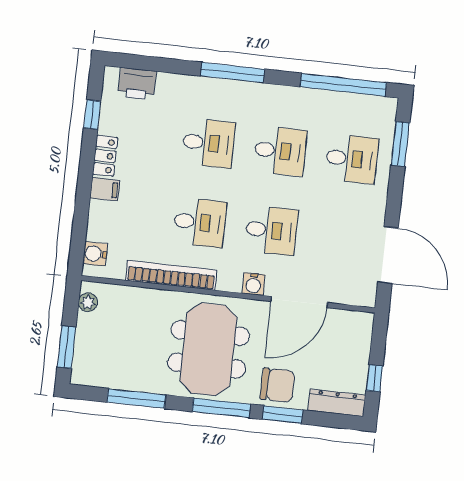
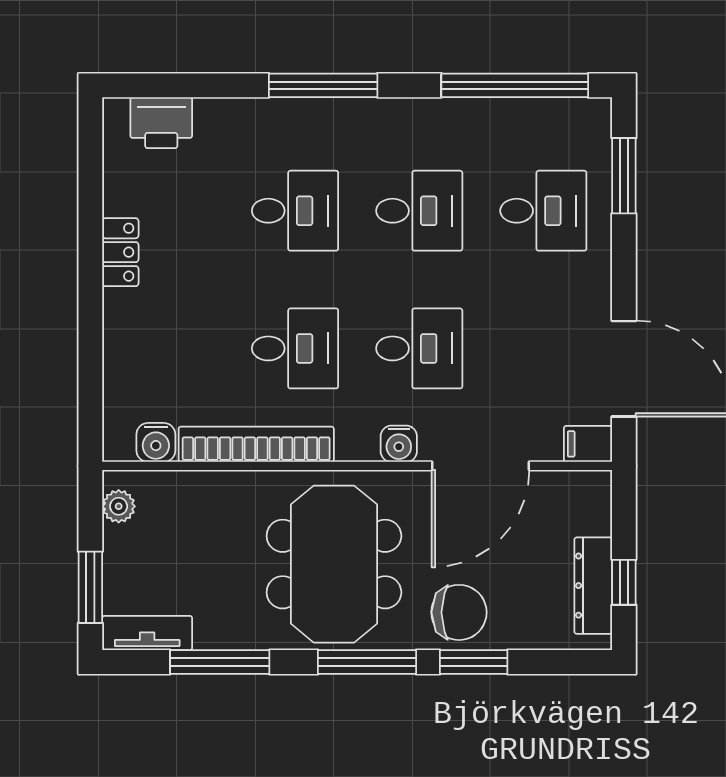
window: (92, 115) -> (90, 184), removed
filing cabinet: (105, 189) -> (588, 444), moved, turned 180
water cooler: (95, 254) -> (156, 442), moved, turned -90
tv unit: (96, 377) -> (147, 633), added
dresser: (337, 403) -> (593, 586), moved, turned -90

